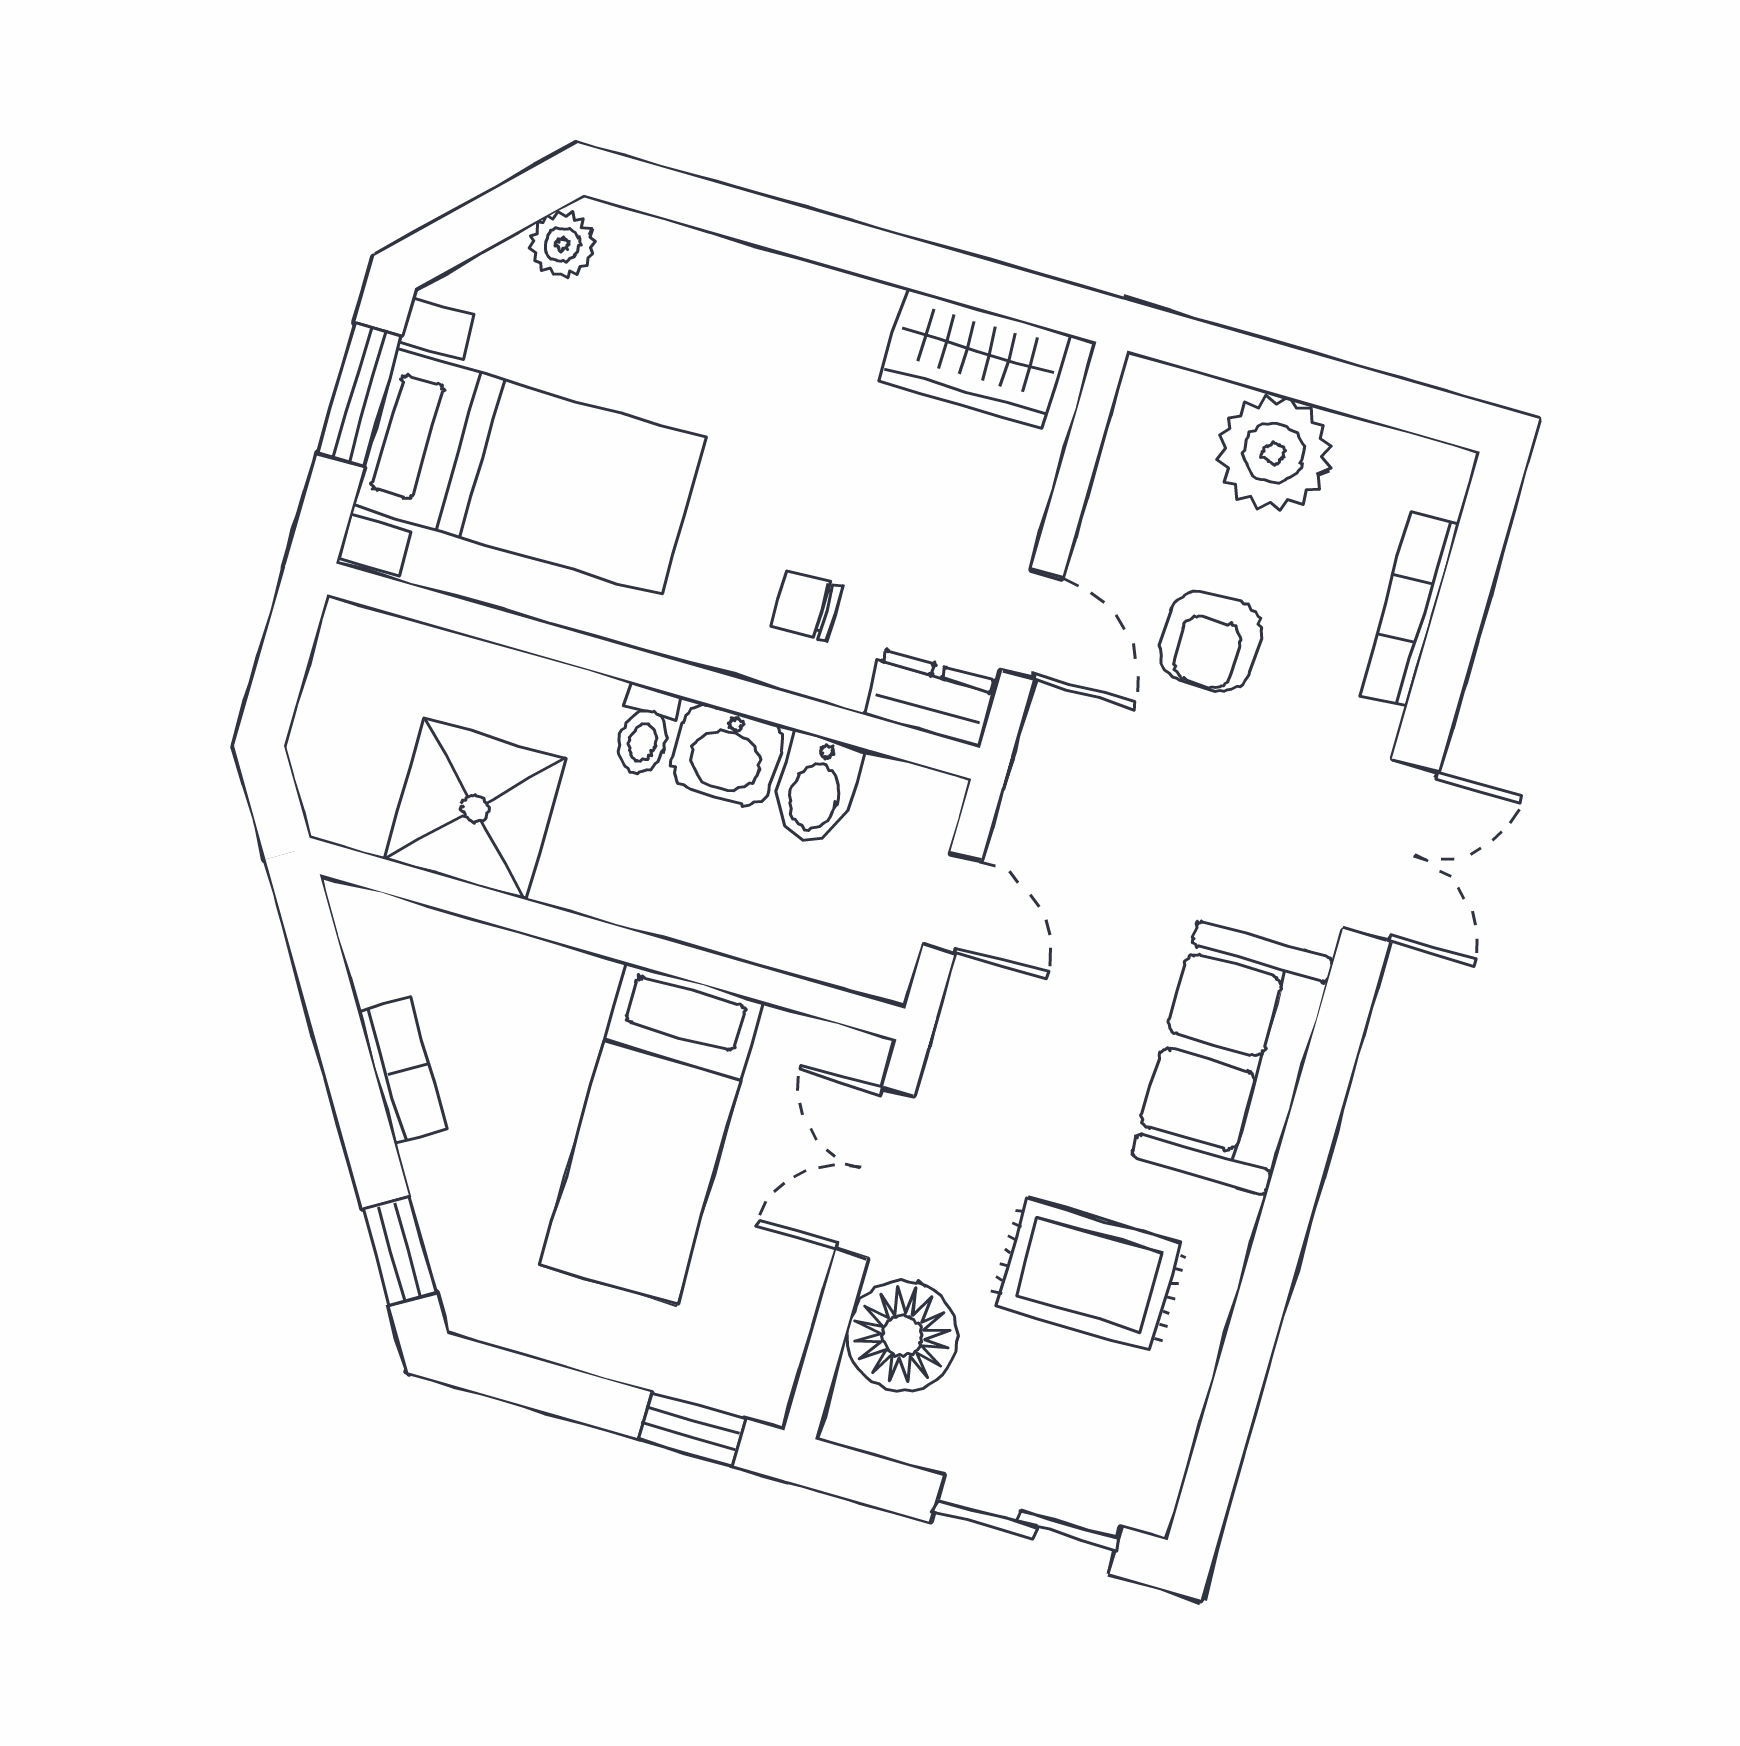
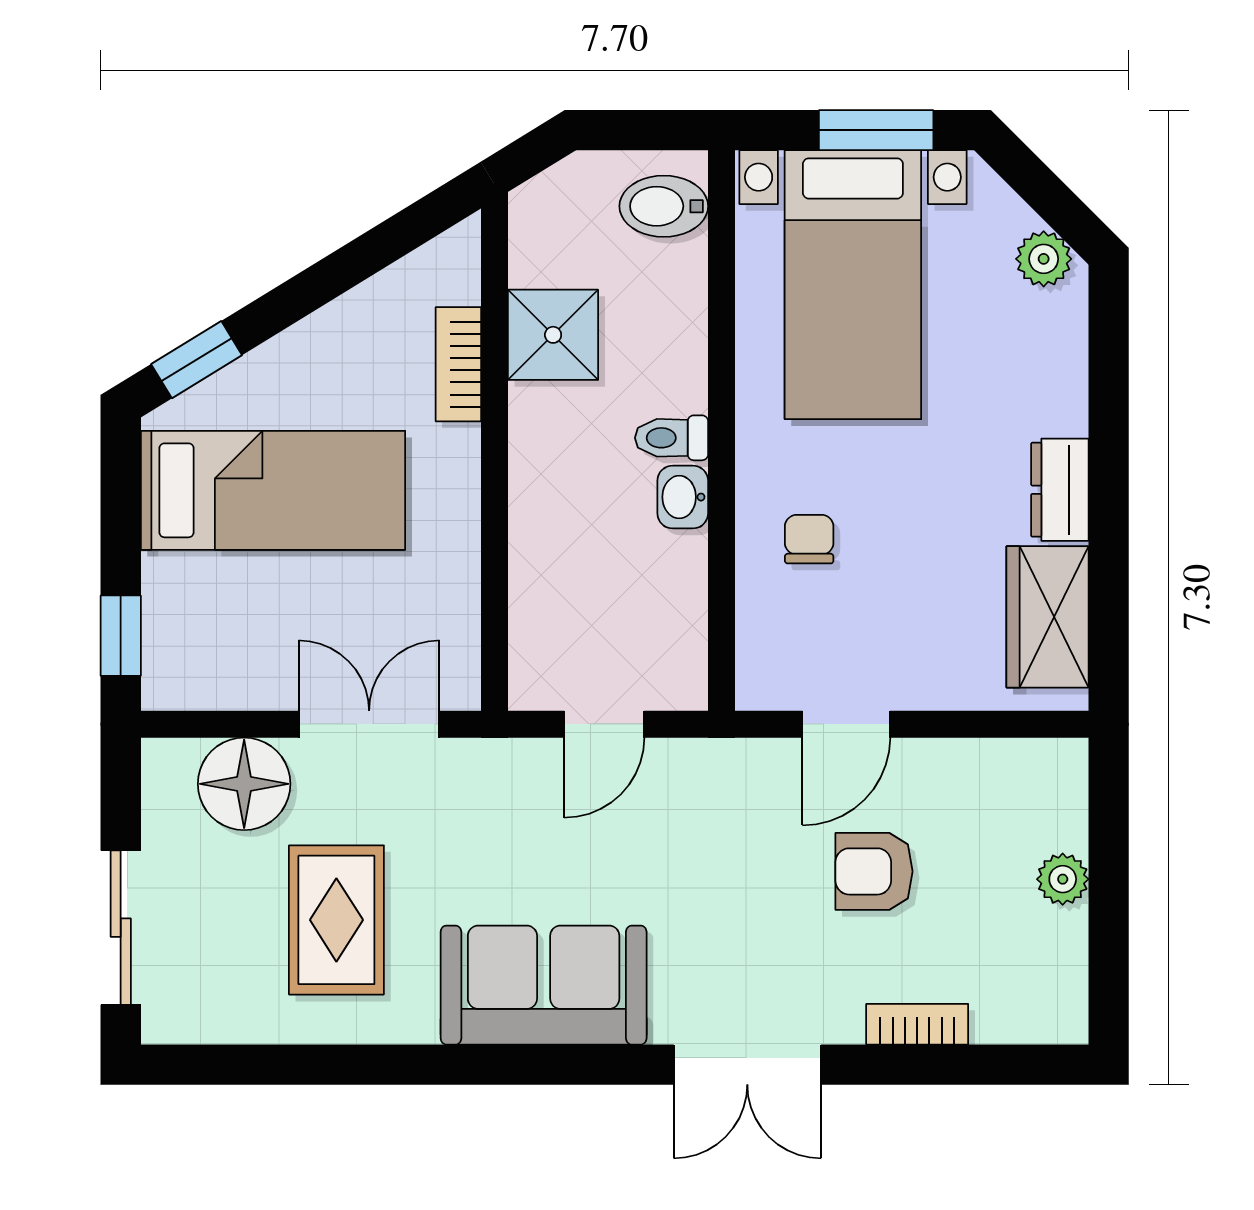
plant: (1274, 453) -> (1063, 879), width x0.53, depth x0.53
bookcase: (1409, 609) -> (917, 1024), width x0.64
dresser: (931, 698) -> (1060, 490), moved, turned 180
washbasin: (727, 754) -> (683, 497), width x0.72, depth x0.69
bidet: (816, 789) -> (664, 206), moved
shower: (475, 809) -> (553, 335), width x0.73, depth x0.73
bookcase: (402, 1070) -> (458, 364), moved, turned 122
bed: (652, 1134) -> (273, 490), moved, turned 180

